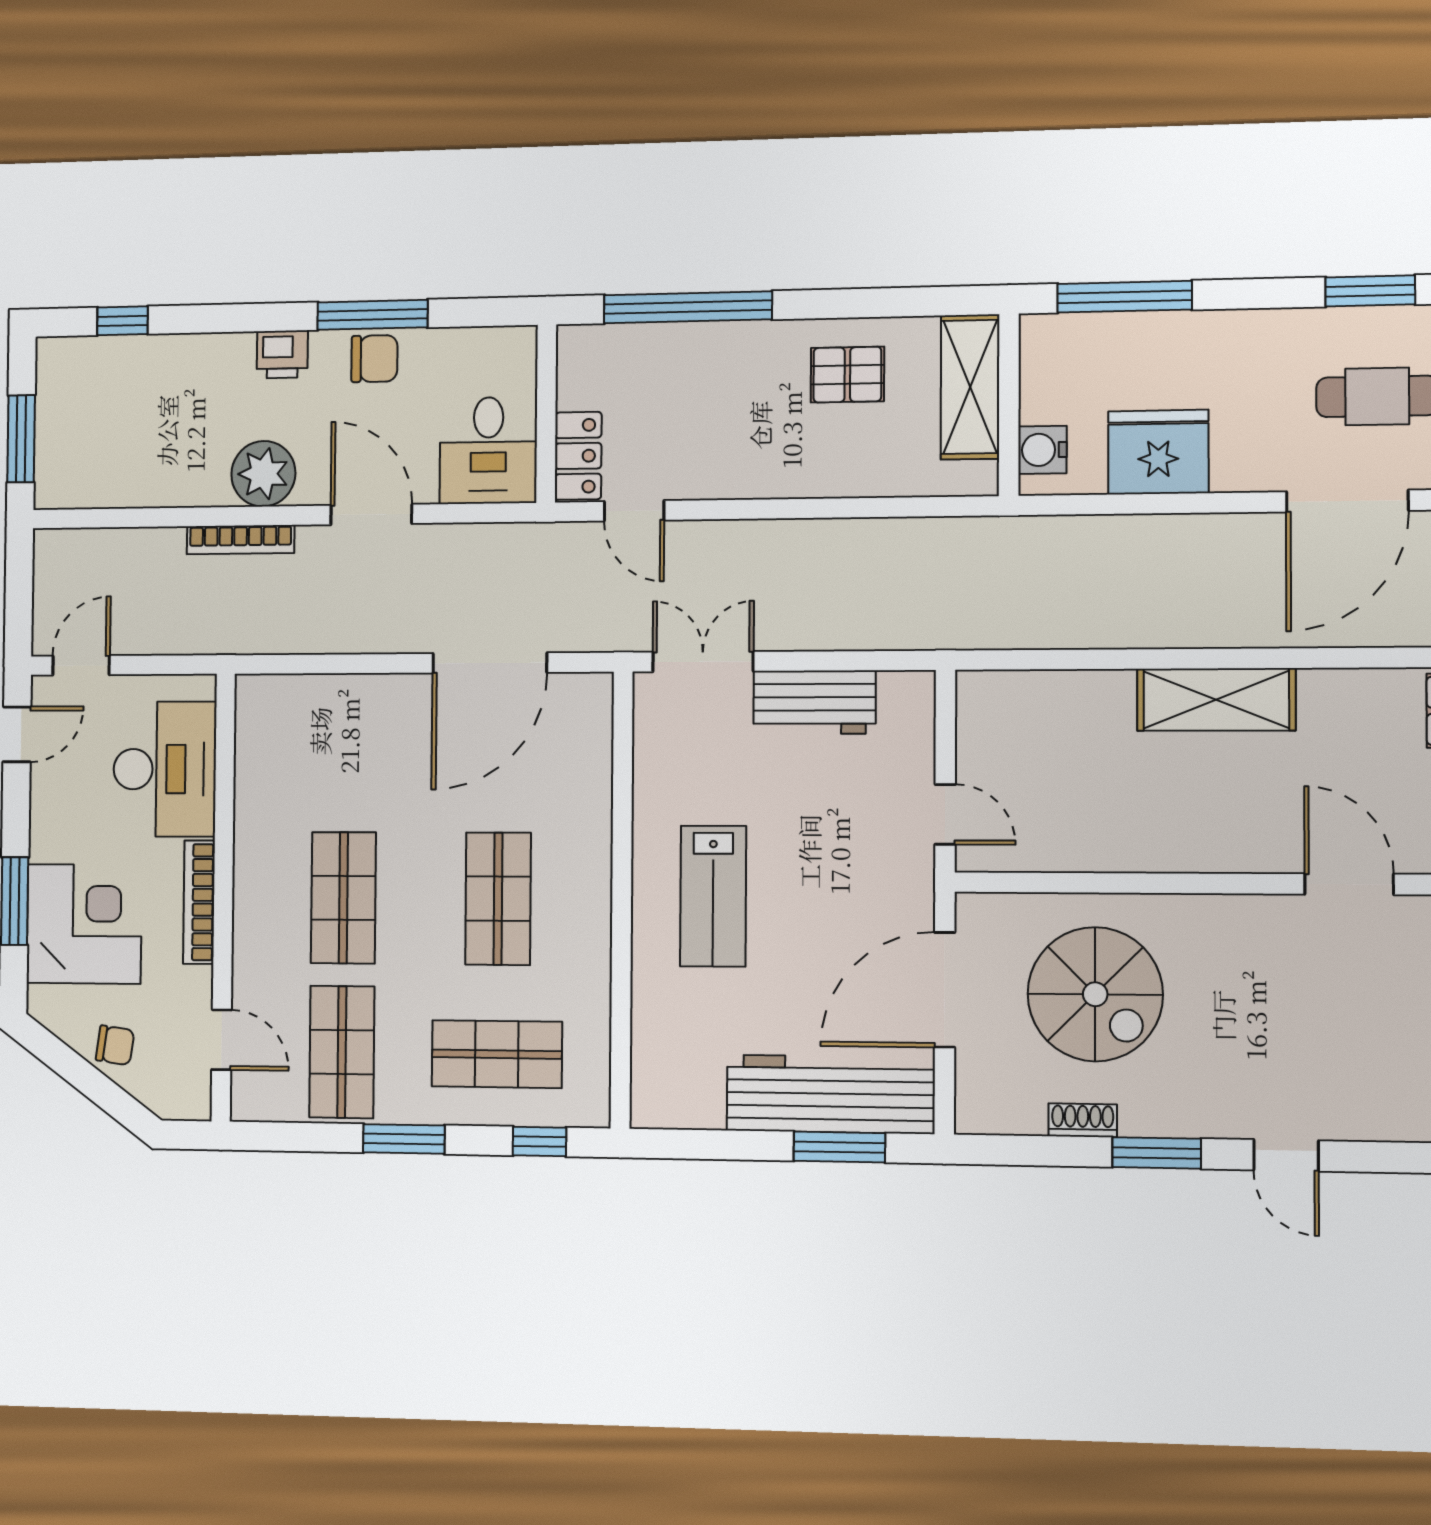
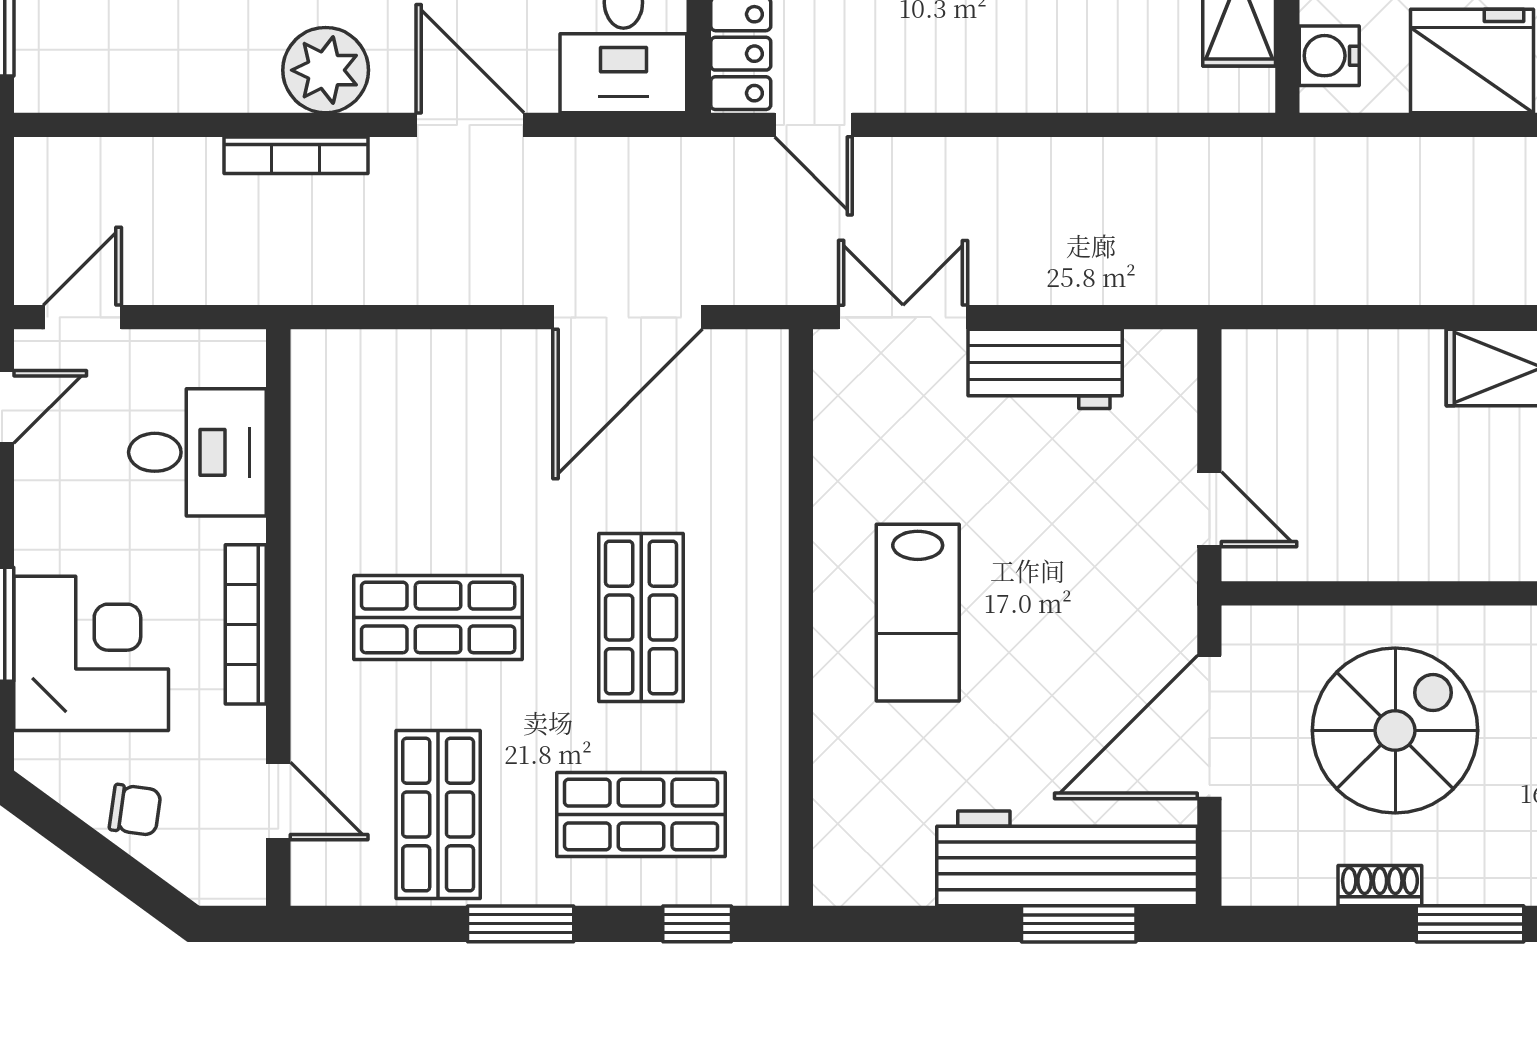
desk: (165, 769) -> (197, 452), width x0.73
shop shelf: (343, 898) -> (438, 617), turned 90
spiral stairs: (1095, 994) -> (1395, 731), turned -90

